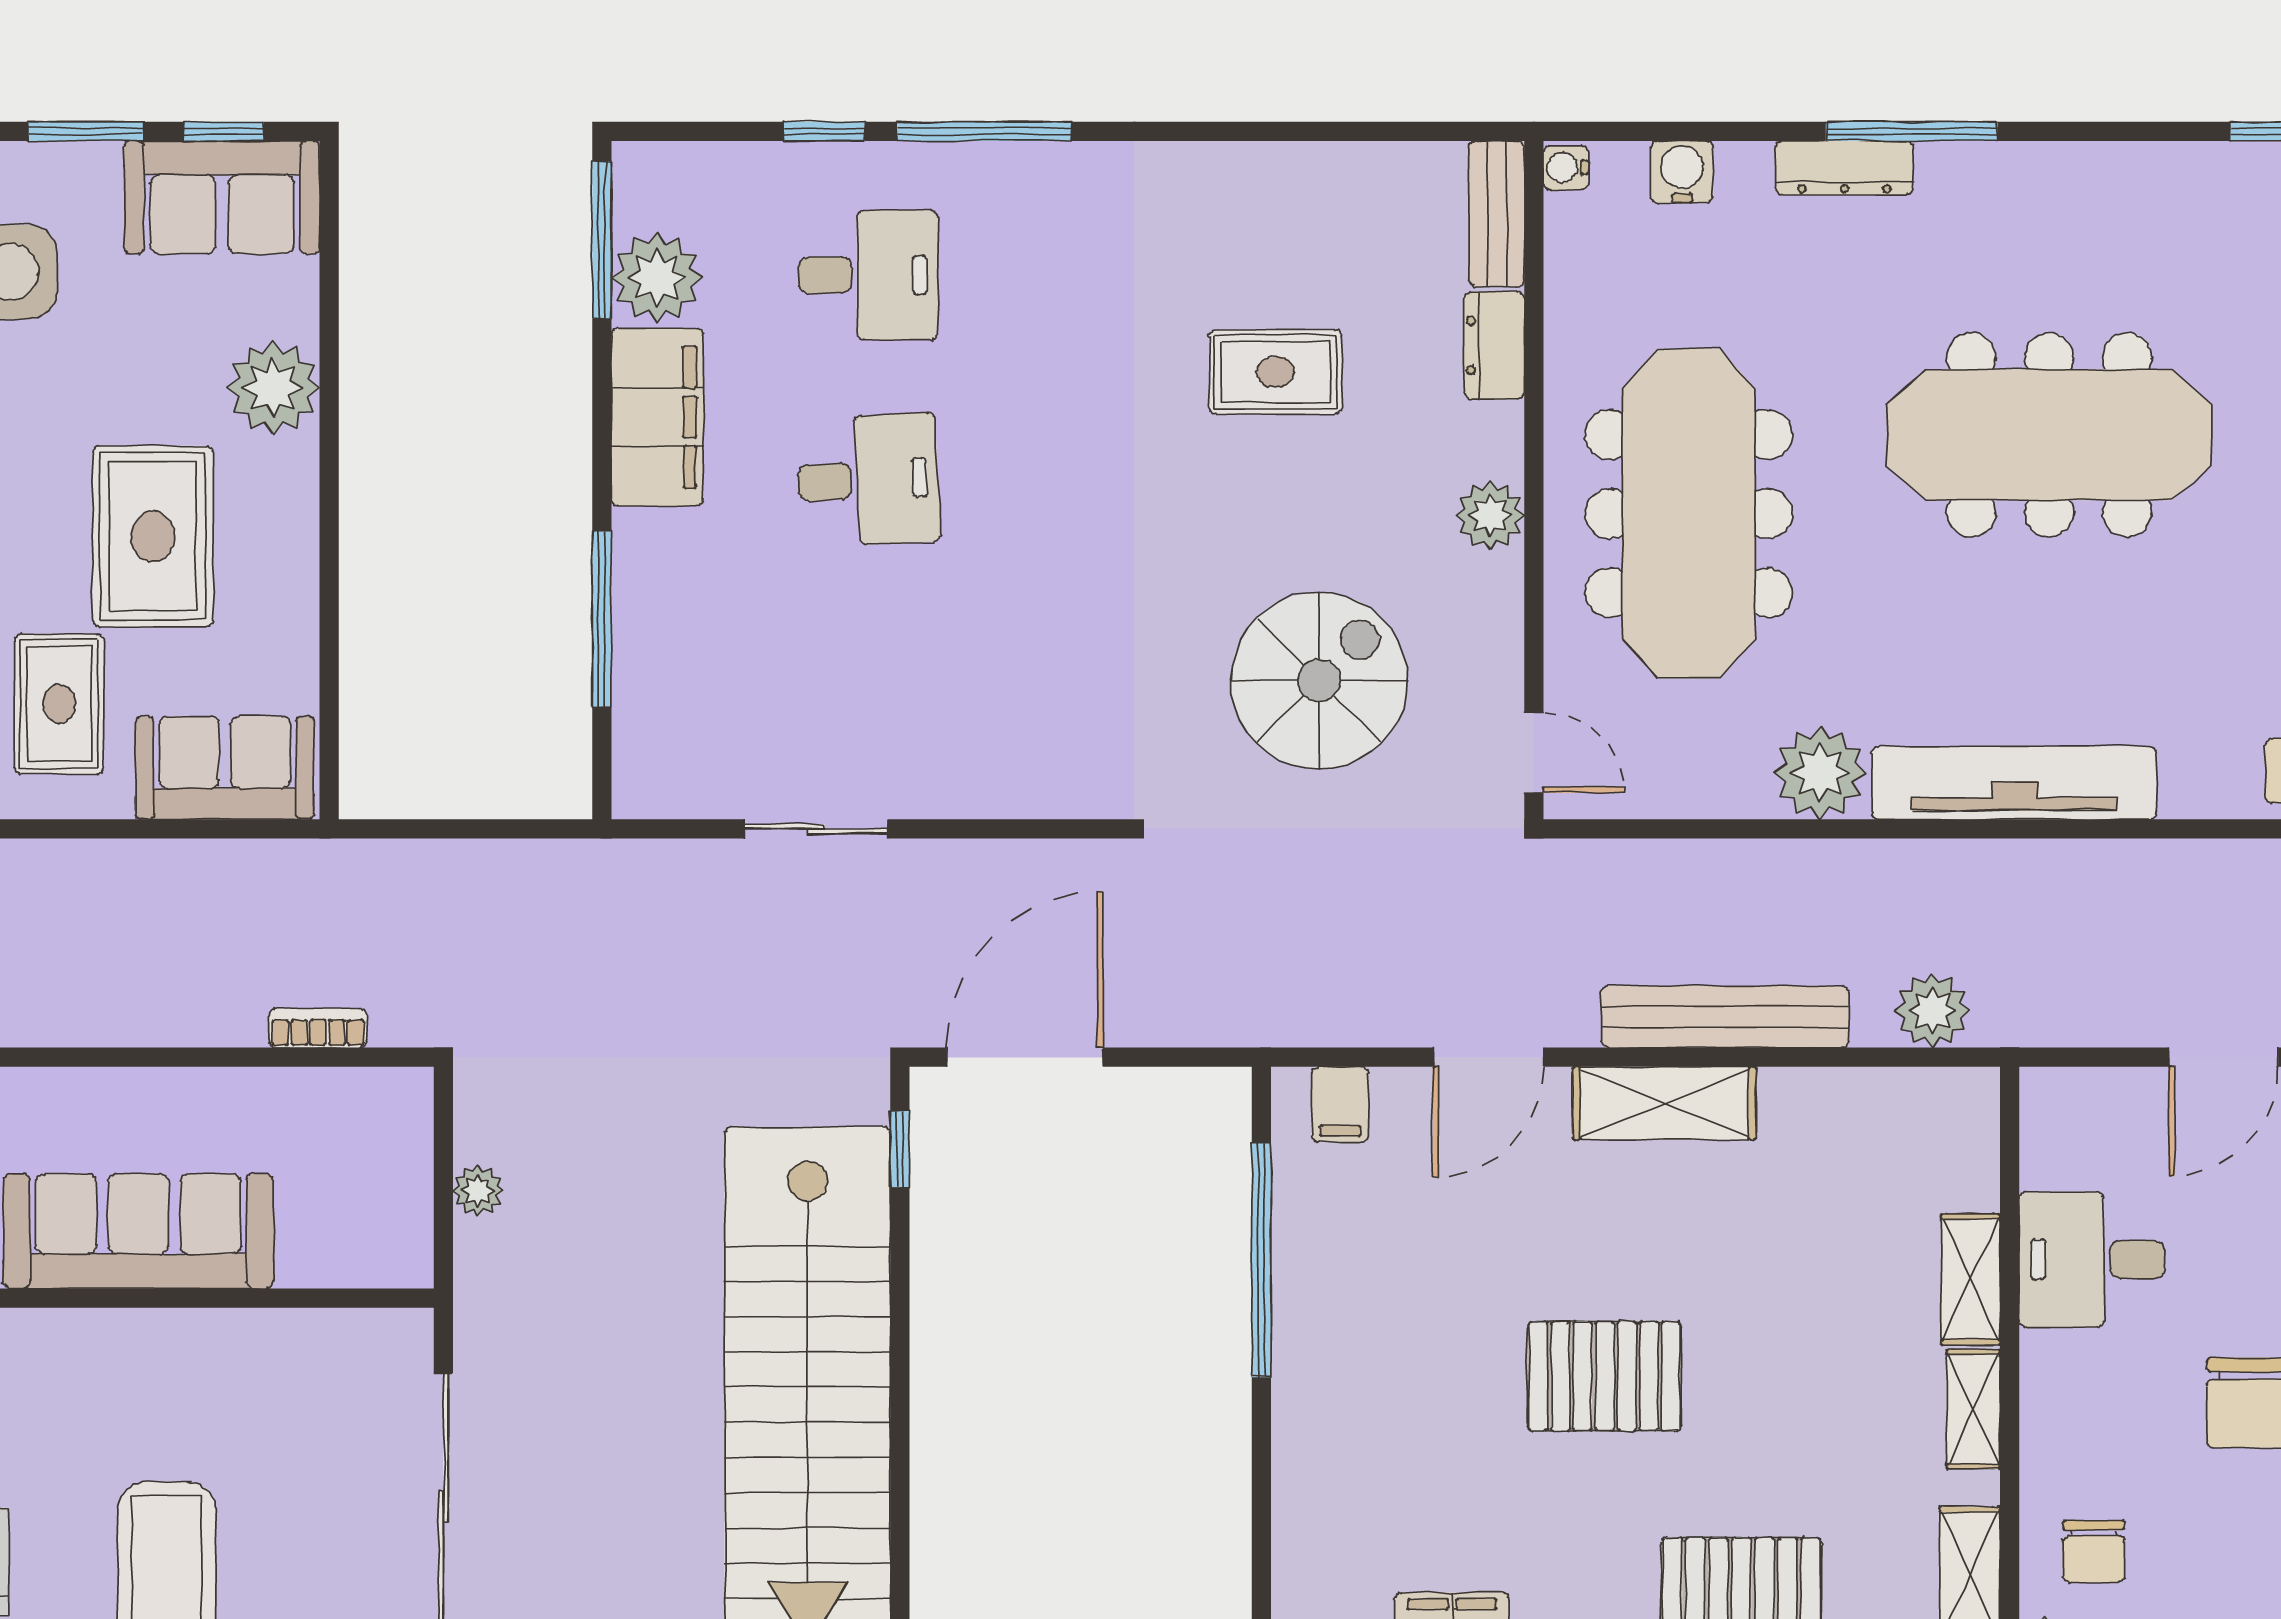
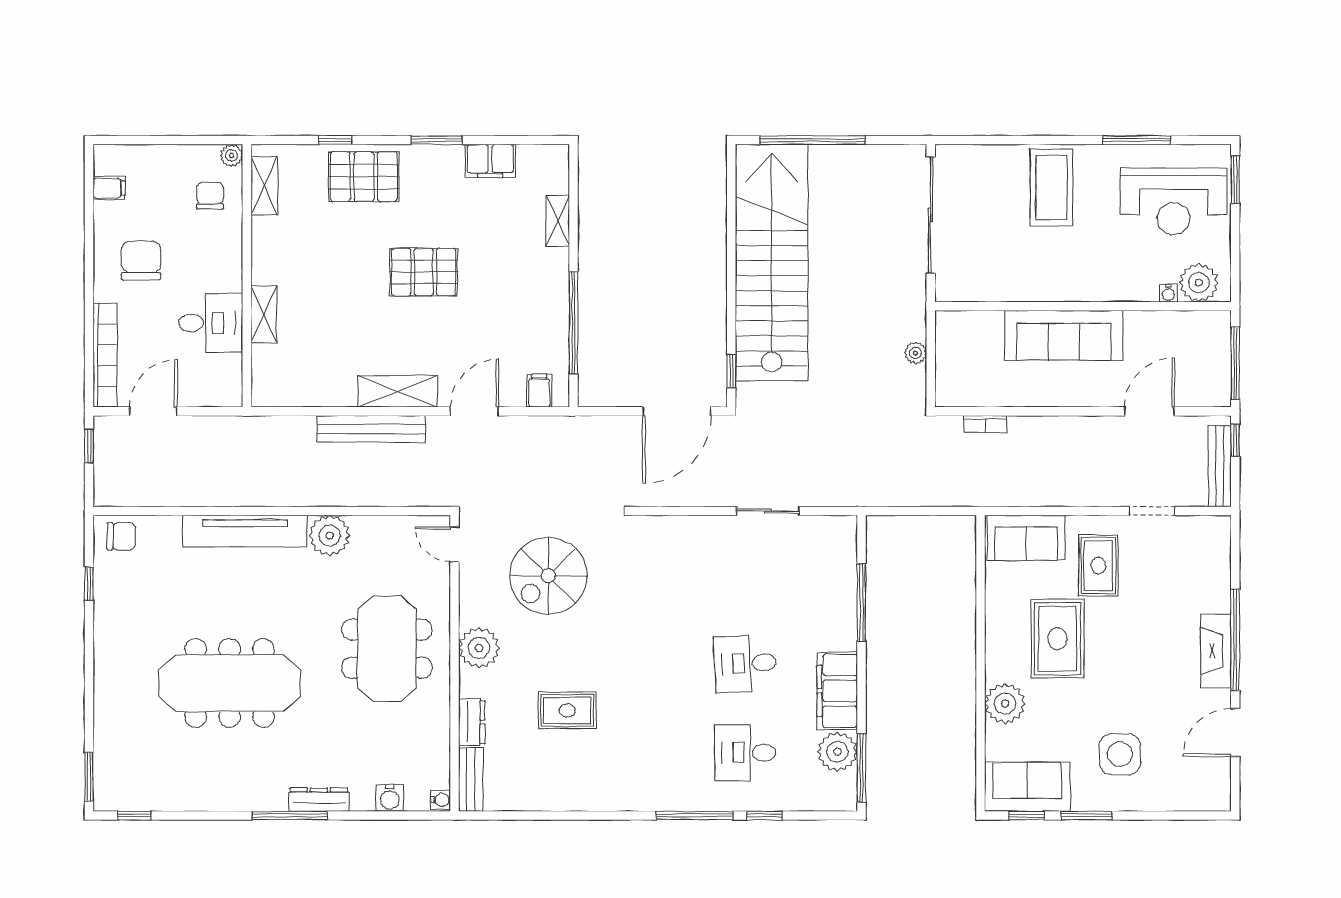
meeting table: (1689, 514) -> (387, 649), width x0.73
plant: (1490, 515) -> (479, 648), width x1.36, depth x1.36
plant: (1932, 1010) -> (281, 432), removed
shelving: (1973, 1409) -> (558, 221), moved

